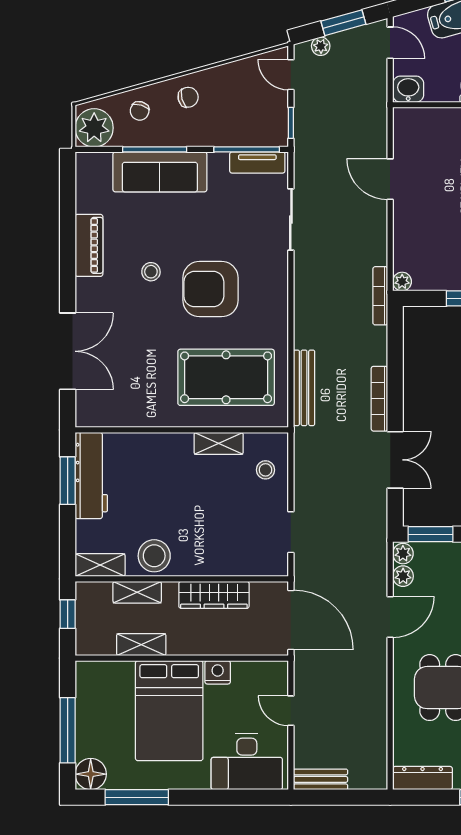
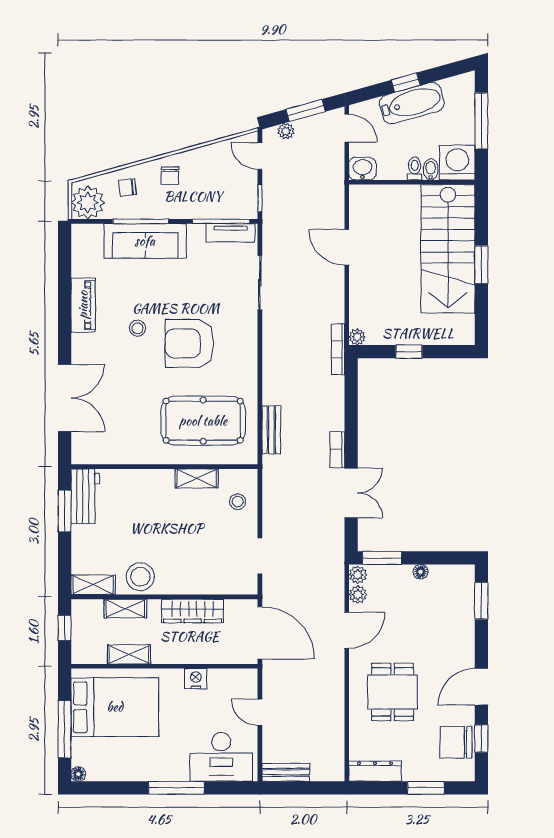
chair: (188, 97) -> (170, 176), turned 104
chair: (140, 111) -> (128, 188), turned 66
bench: (304, 388) -> (271, 430), width x0.73
bookcase: (379, 399) -> (337, 450), width x0.64
workbench: (91, 476) -> (85, 496), width x0.73
bed: (169, 711) -> (115, 707), moved, turned -90
floor lamp: (91, 774) -> (78, 774), width x0.53, depth x0.53
window: (137, 797) -> (176, 788), moved

